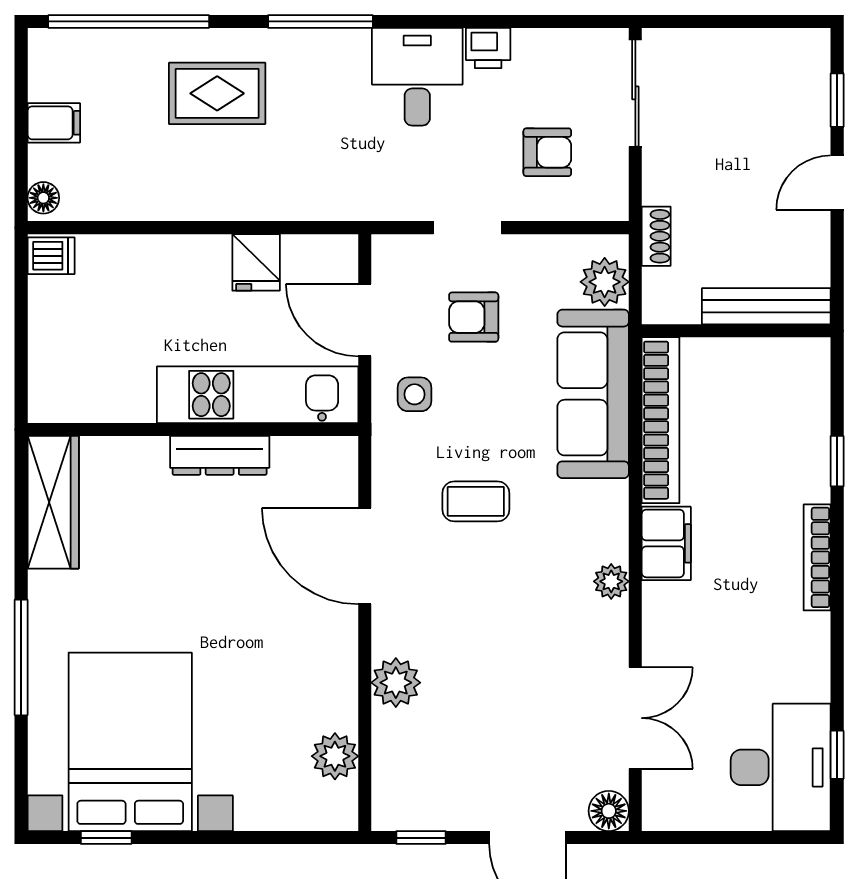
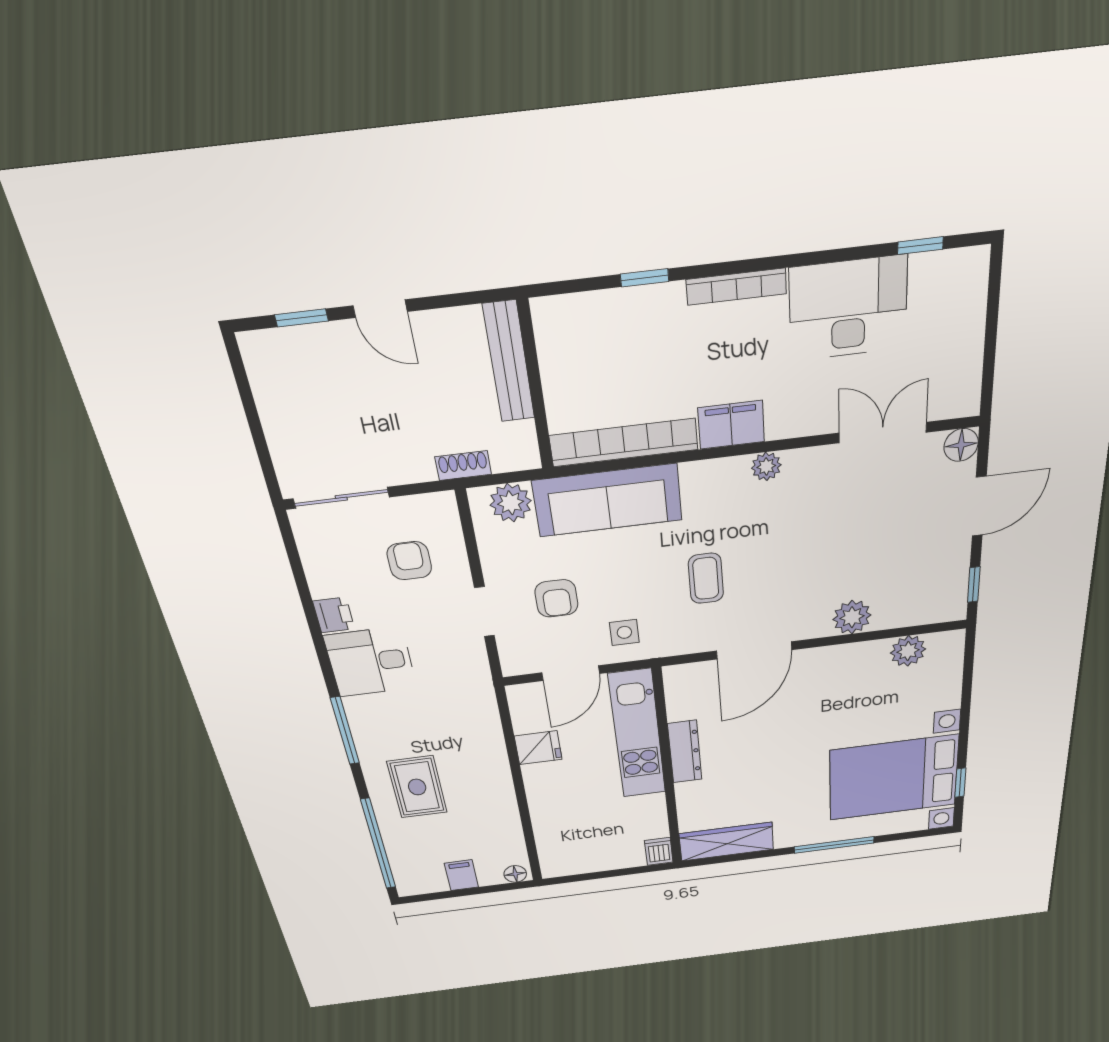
dishwasher: (51, 256) -> (659, 851), moved
desk: (781, 767) -> (848, 308), moved

